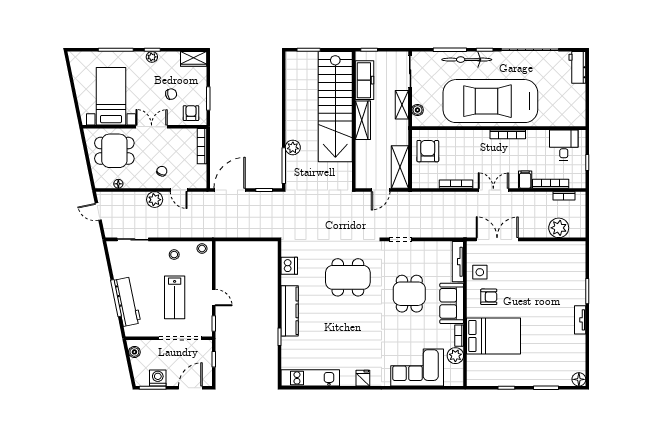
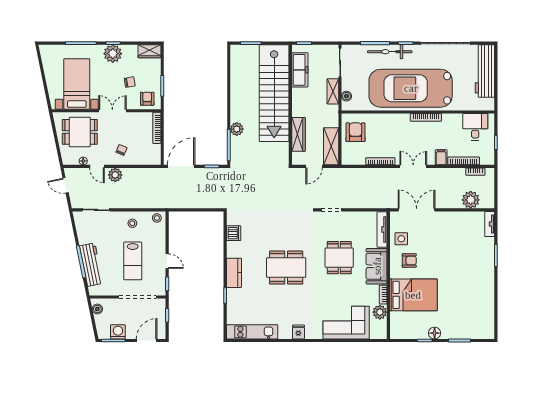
plant: (152, 57) -> (113, 54), width x1.87, depth x1.87
workbench: (577, 67) -> (485, 71), width x1.88, depth x1.32
wardrobe: (363, 120) -> (298, 134), moved
door: (179, 190) -> (97, 166), moved
dining table: (348, 277) -> (286, 268), moved
kitchen counter: (290, 311) -> (234, 273), width x0.67
tv unit: (580, 320) -> (490, 224), moved
floor lamp: (579, 379) -> (435, 333), moved

